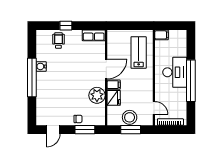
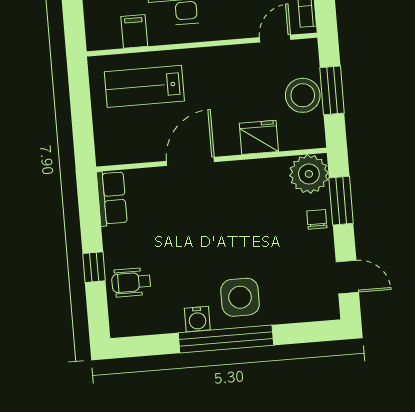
filing cabinet: (162, 35) -> (134, 31), moved
door: (106, 69) -> (190, 161), hinge flipped
side table: (49, 85) -> (240, 297), added
filing cabinet: (114, 85) -> (227, 140), removed
plant: (97, 95) -> (309, 174), moved

